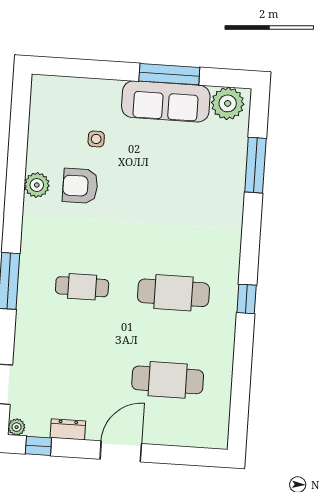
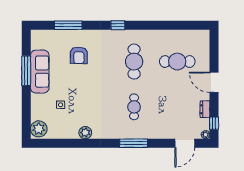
plant: (228, 103) -> (39, 129), moved
armchair: (80, 186) -> (79, 55), moved
window: (247, 299) -> (118, 25), moved
cafe table: (168, 380) -> (177, 62), turned 90

